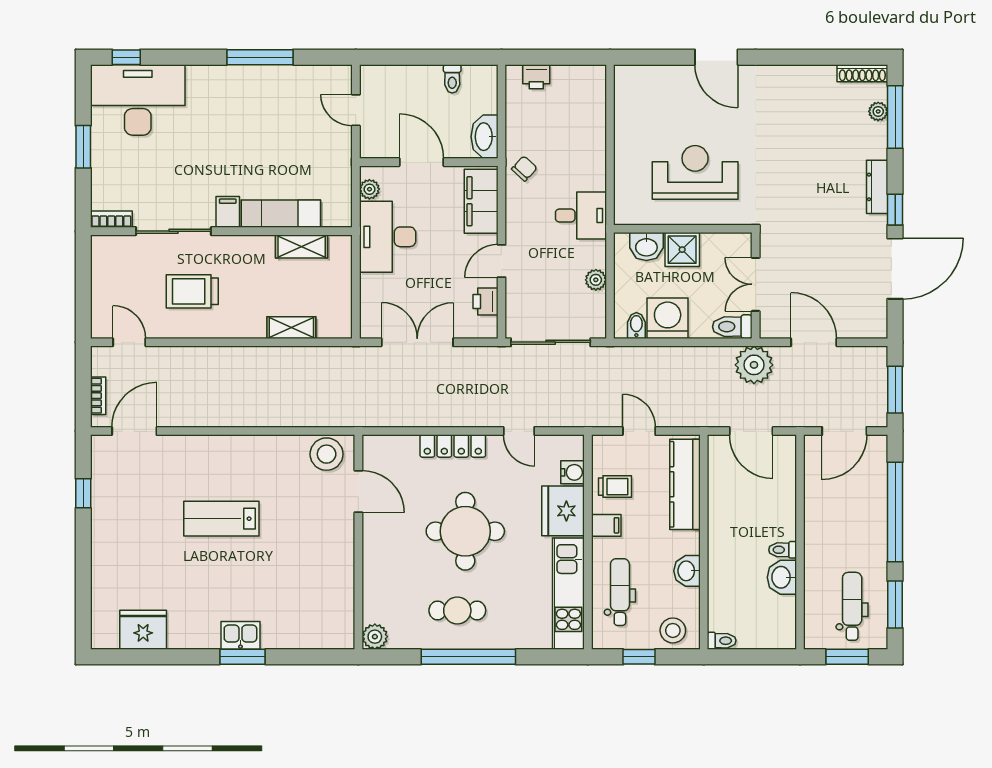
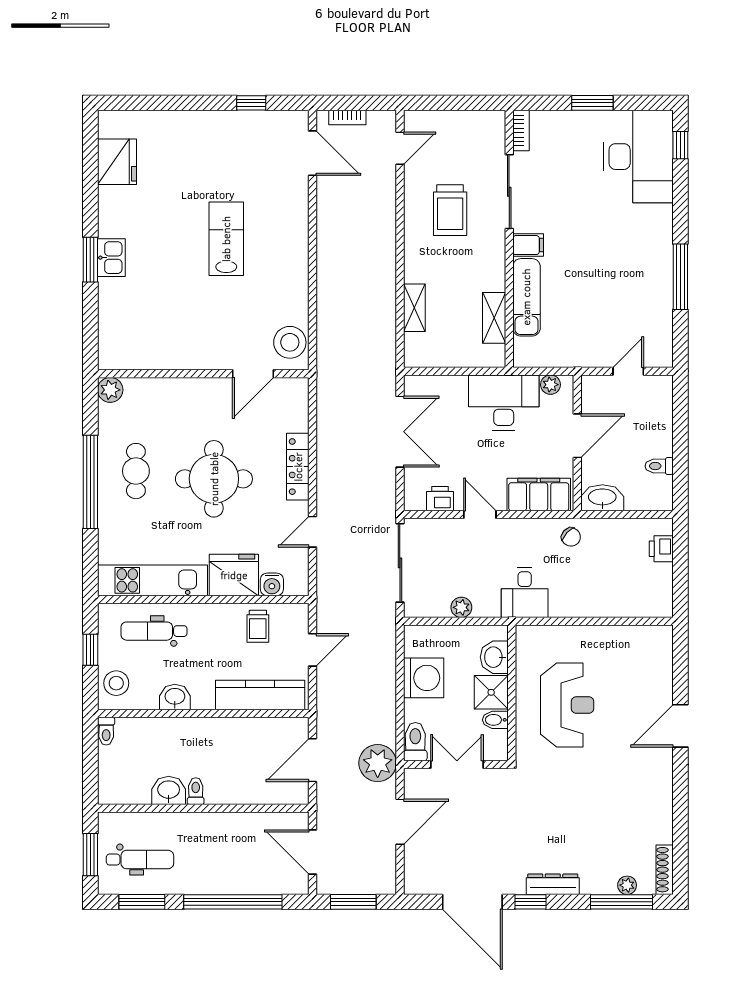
trolley: (192, 291) -> (450, 210), turned 180
bidet: (636, 325) -> (495, 720), moved, turned 180
filing cabinet: (606, 525) -> (220, 618), removed
dental chair: (620, 592) -> (154, 631), turned 180

